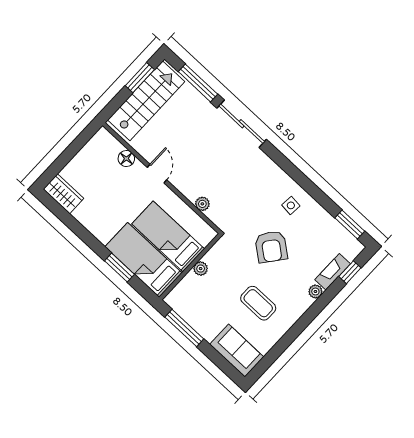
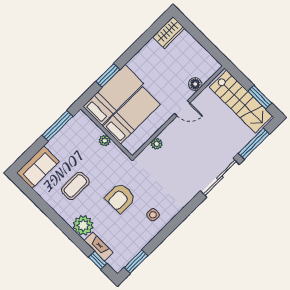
armchair: (271, 247) -> (120, 198), turned -38
plant: (315, 291) -> (83, 225), width x1.88, depth x1.88

